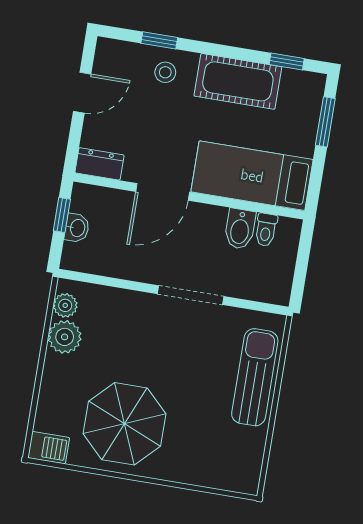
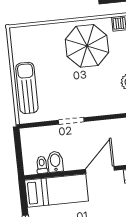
doorway: (191, 295) -> (71, 121), width x0.73
sun lounger: (255, 377) -> (27, 88), turned 180

